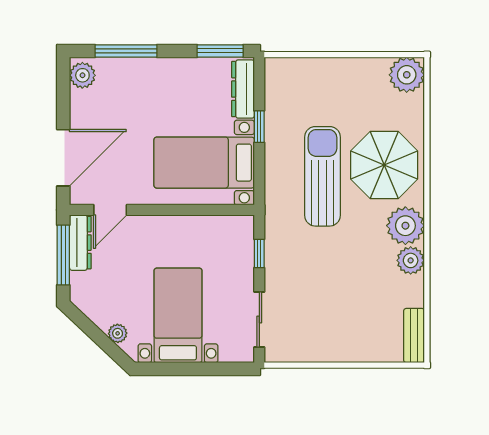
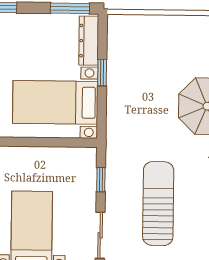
sun lounger: (322, 176) -> (158, 204), moved

